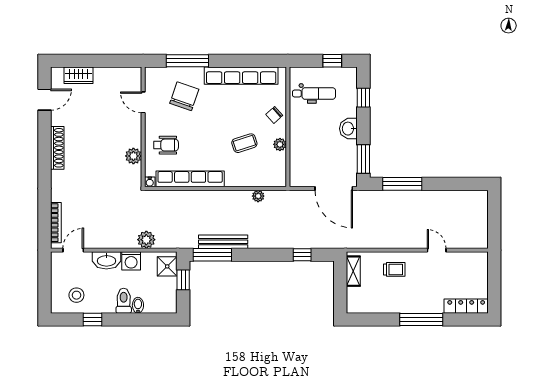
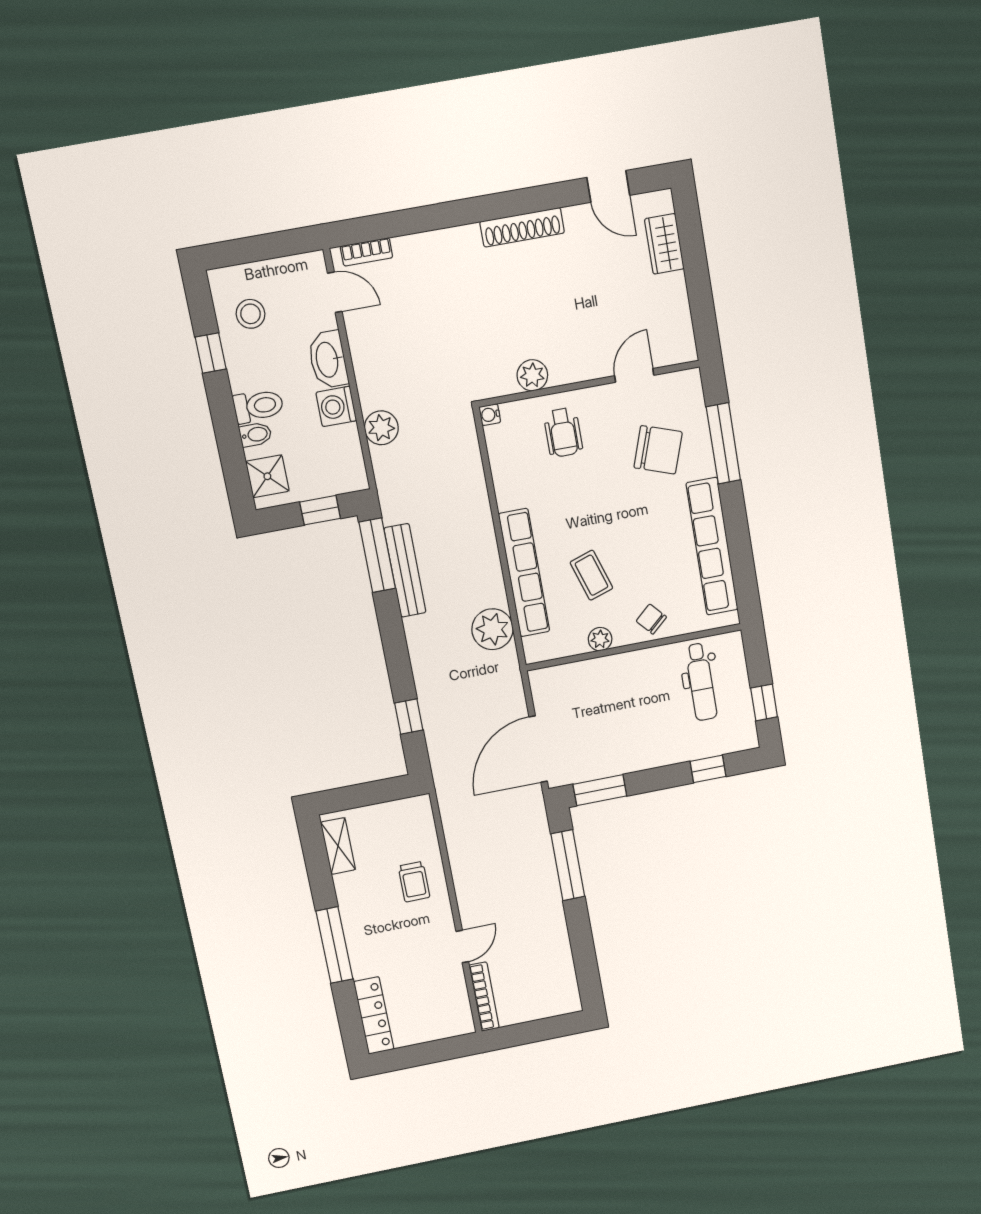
washbasin: (348, 129) -> (649, 754), removed
row of seats: (190, 179) -> (524, 573), moved
plant: (258, 196) -> (492, 629), width x1.87, depth x1.87
bookcase: (56, 223) -> (367, 252), width x0.64
bookcase: (468, 243) -> (484, 997), added
shower: (167, 266) -> (267, 476), moved
shelving: (353, 271) -> (338, 846), moved, turned 90

